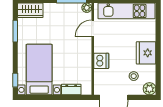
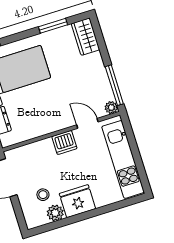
dishwasher: (101, 61) -> (64, 143), moved
plant: (149, 89) -> (55, 213), moved

